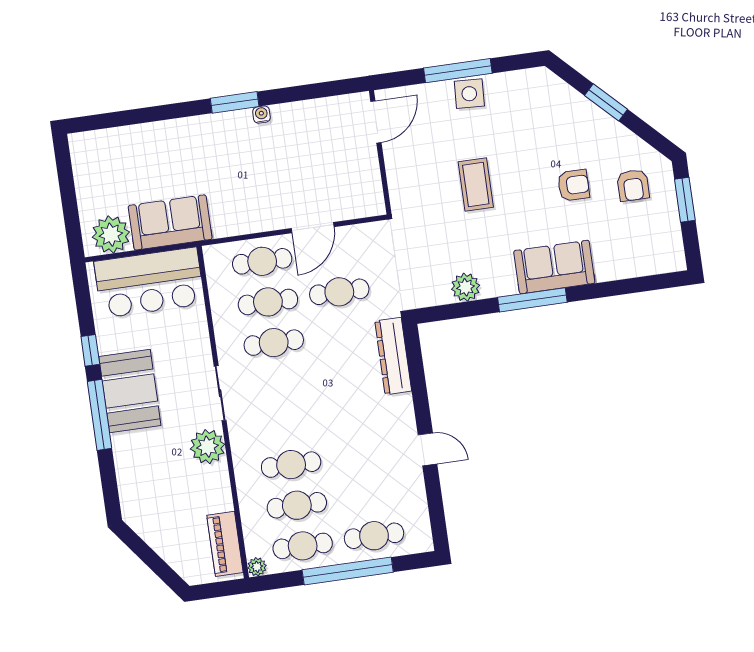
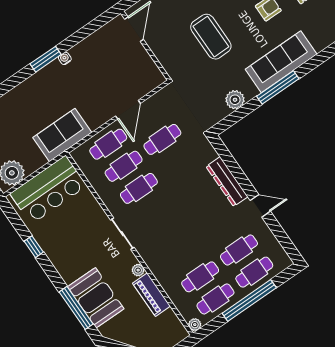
coffee table: (476, 185) -> (211, 37), width x1.36, depth x1.32
sofa: (170, 222) -> (62, 135), moved
sofa: (554, 267) -> (281, 62), width x1.36
dresser: (393, 356) -> (227, 182), moved
booth: (130, 391) -> (96, 298), moved
window: (100, 415) -> (76, 308), moved
plant: (208, 447) -> (138, 270), width x0.53, depth x0.53
cafe table: (291, 465) -> (239, 250), moved
piano: (225, 544) -> (151, 295), moved

